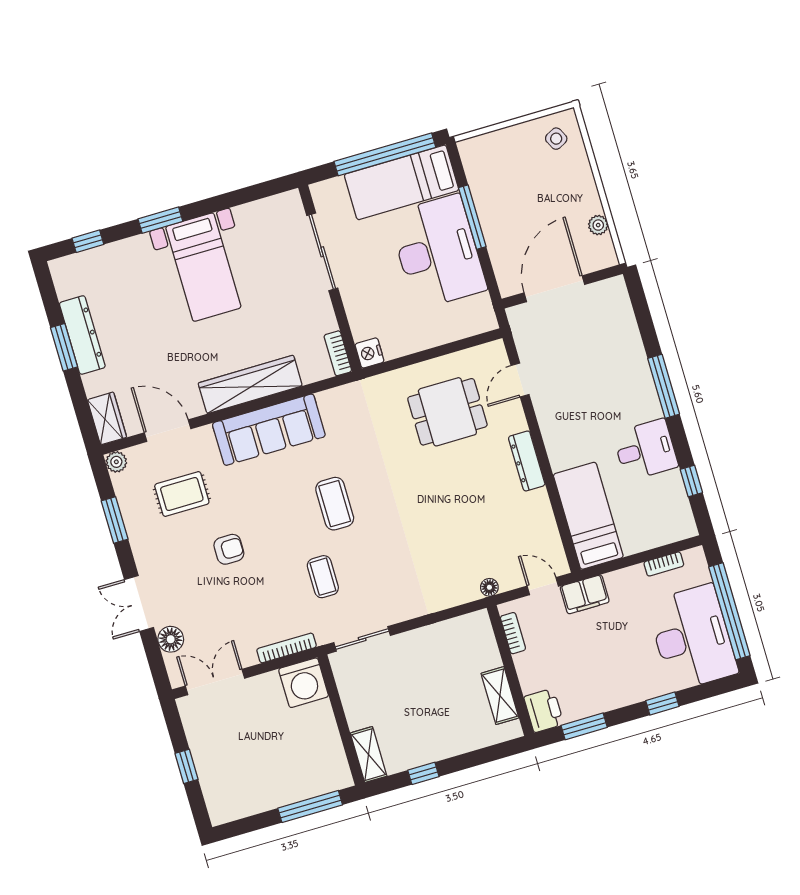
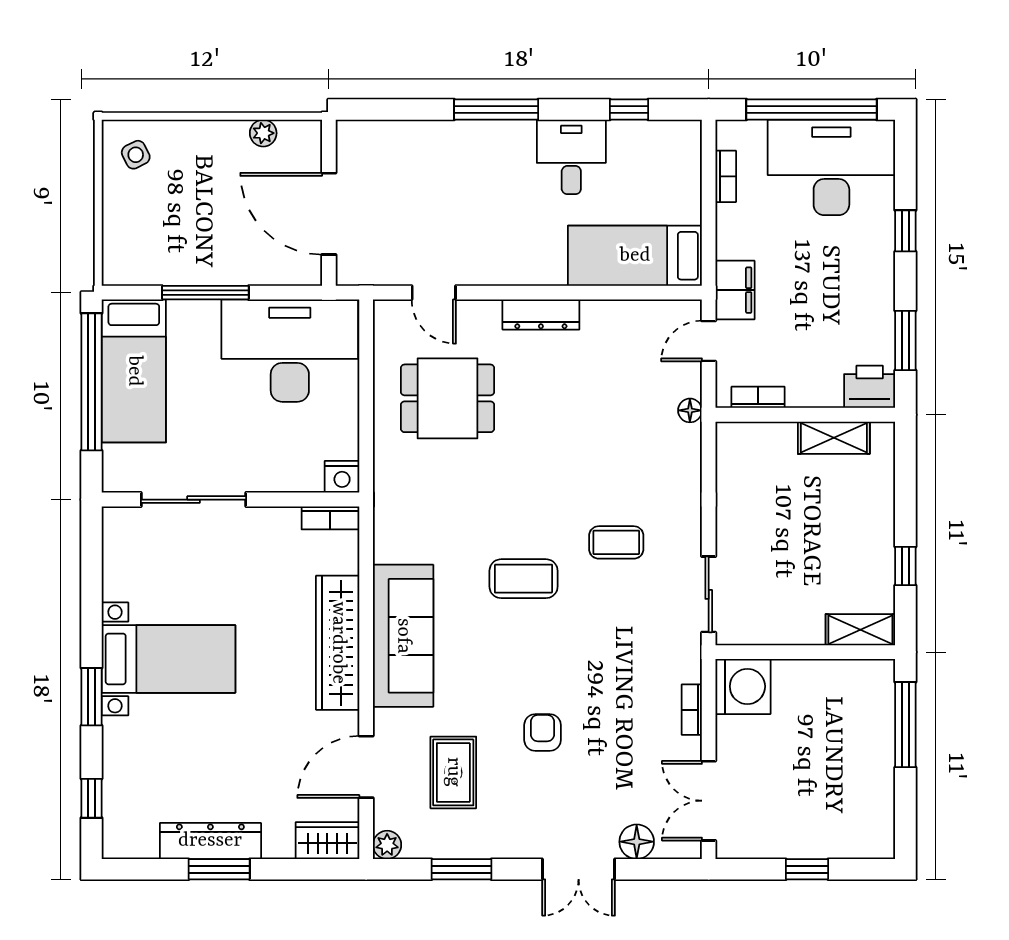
desk: (438, 252) -> (290, 351), moved
dining table: (447, 412) -> (447, 398), turned 90
coffee table: (323, 577) -> (616, 542), moved
bookcase: (287, 648) -> (692, 710), width x0.64

